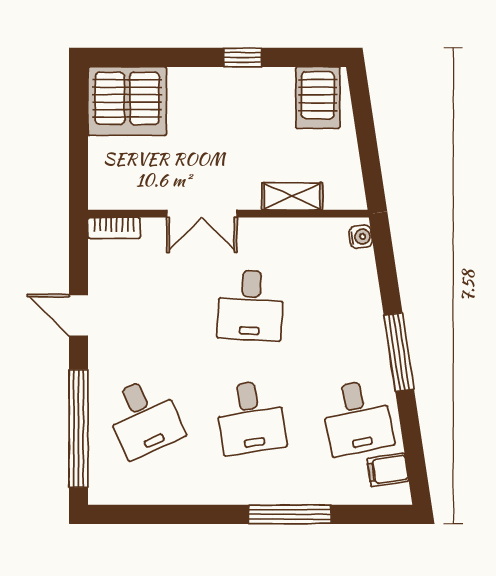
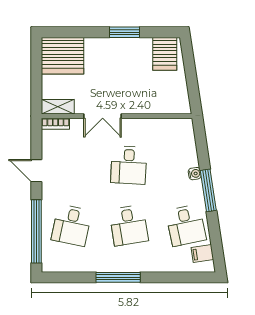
window: (243, 57) -> (124, 32), width x1.50
shelving: (292, 196) -> (58, 107), moved
water cooler: (361, 237) -> (195, 174), moved
desk: (144, 417) -> (72, 225), turned 36
window: (290, 514) -> (118, 277), moved

